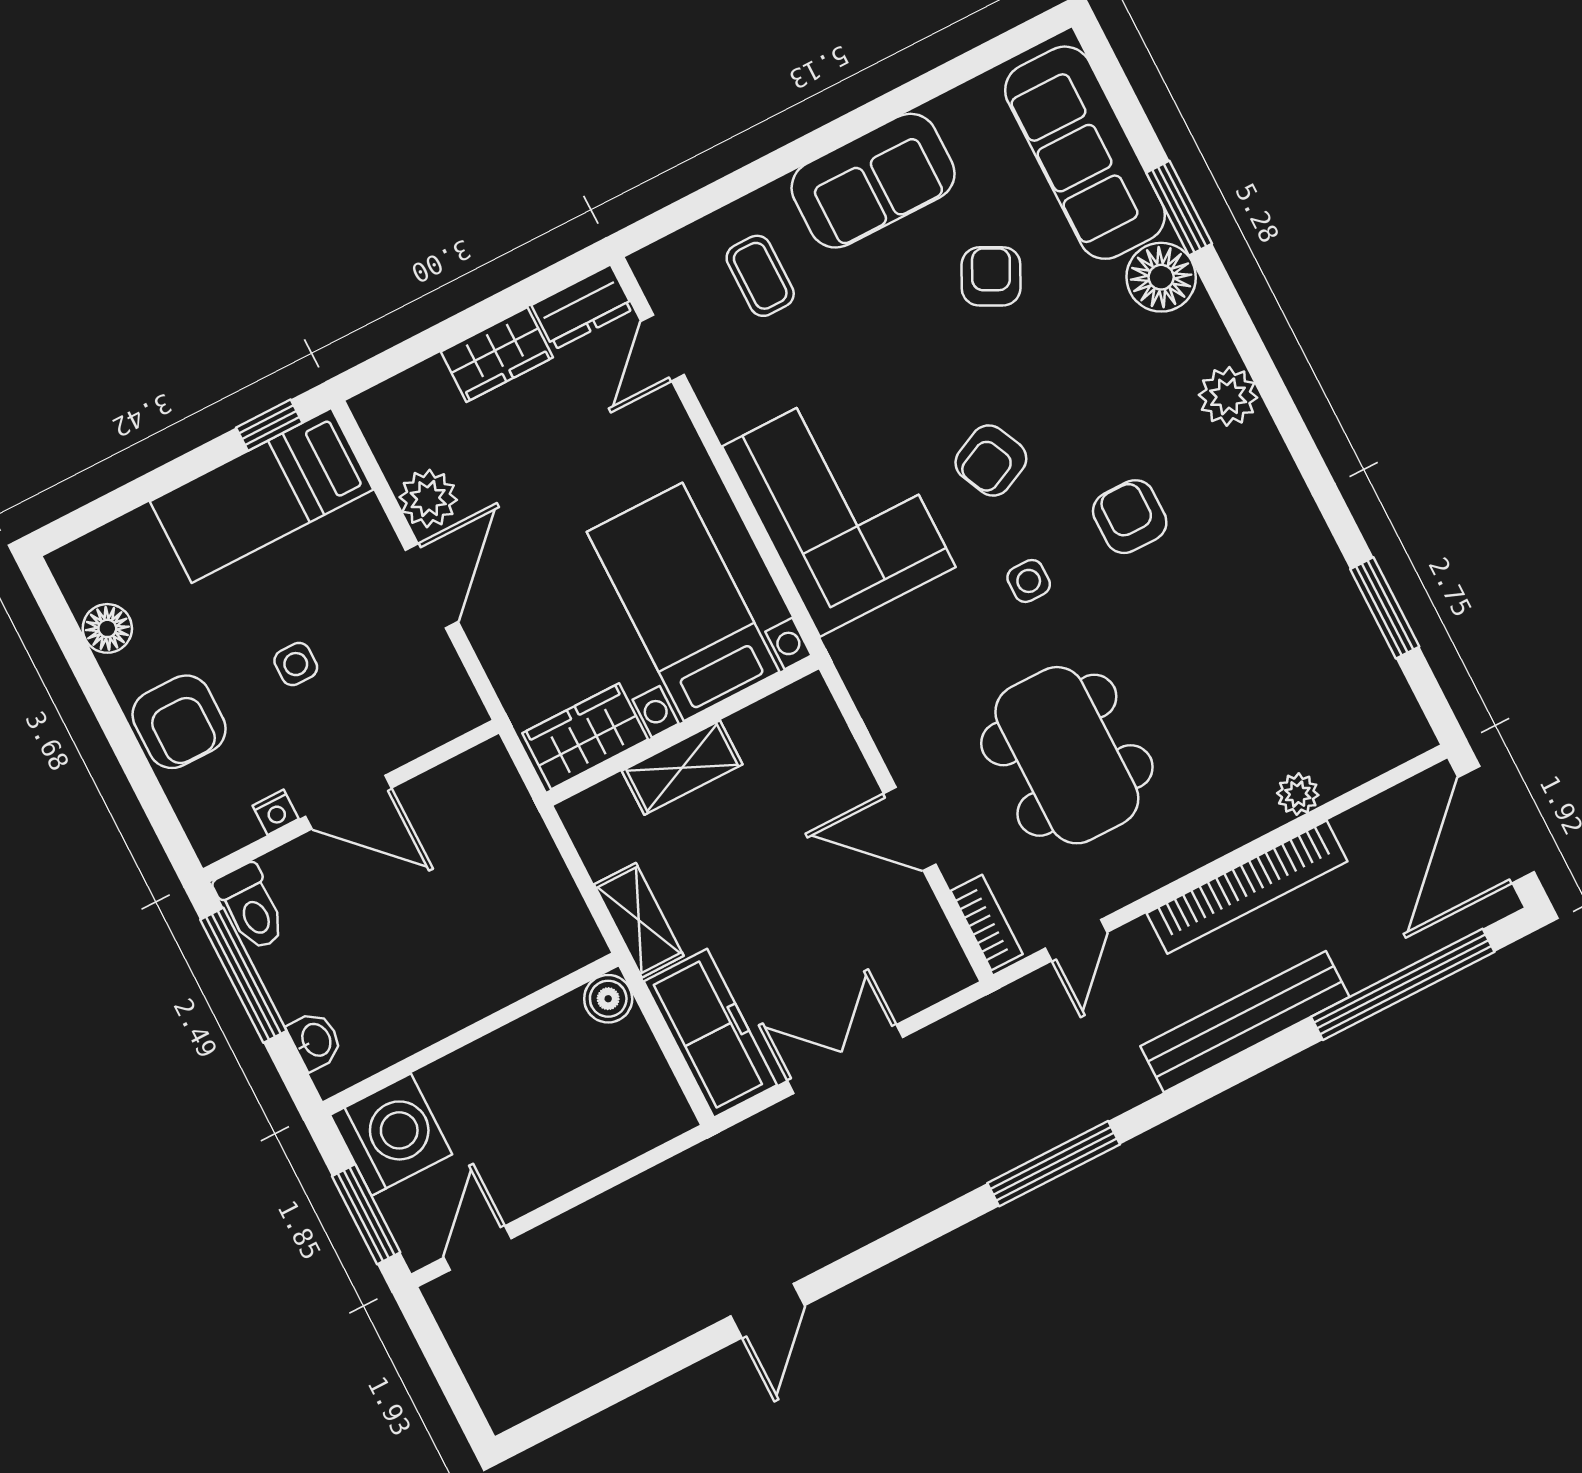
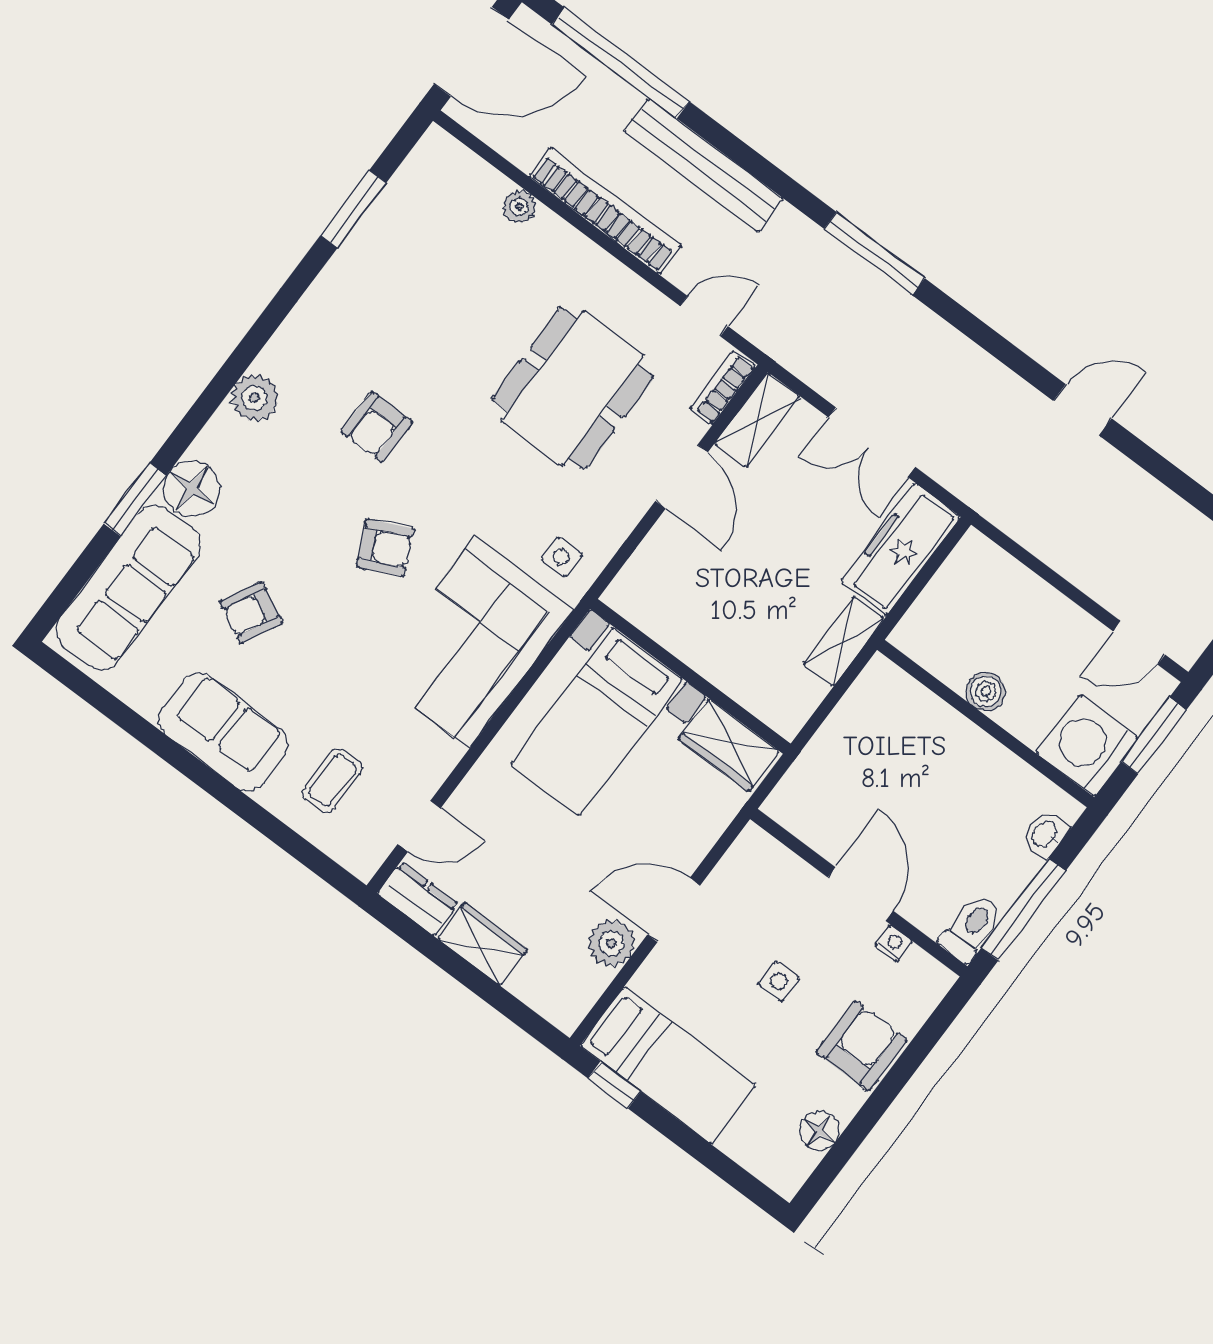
side table: (1029, 581) -> (562, 557), moved
shelving: (682, 768) -> (757, 420), moved, turned 90
boiler: (608, 999) -> (986, 691), moved

